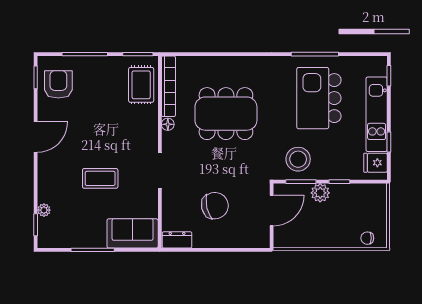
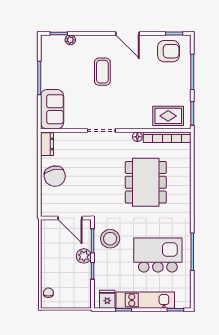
coffee table: (100, 178) -> (102, 72), moved
chair: (215, 206) -> (55, 176), moved

